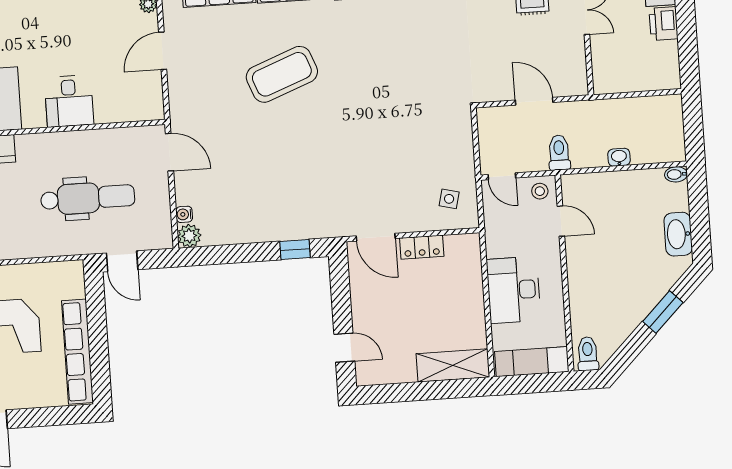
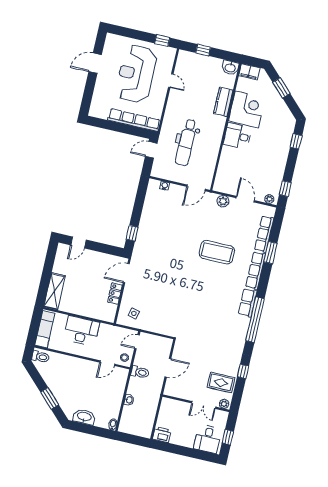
printer: (664, 23) -> (162, 435), moved
coffee table: (282, 74) -> (217, 252), turned -69
desk: (69, 101) -> (237, 136), moved
plant: (189, 236) -> (223, 201), moved
row of seats: (77, 352) -> (134, 120), moved

